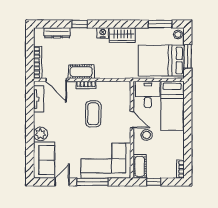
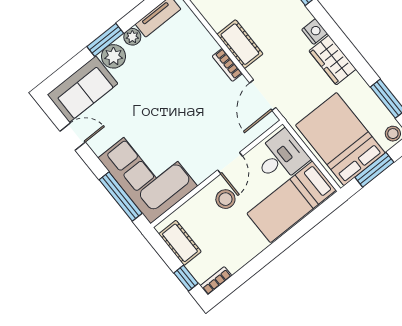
door: (56, 80) -> (263, 95), moved
coffee table: (93, 114) -> (197, 105), removed
plant: (38, 118) -> (132, 37), added
window: (30, 132) -> (105, 40), added
cot: (140, 166) -> (180, 243), moved, turned 90
window: (93, 182) -> (121, 196), moved
window: (154, 182) -> (186, 278), moved

